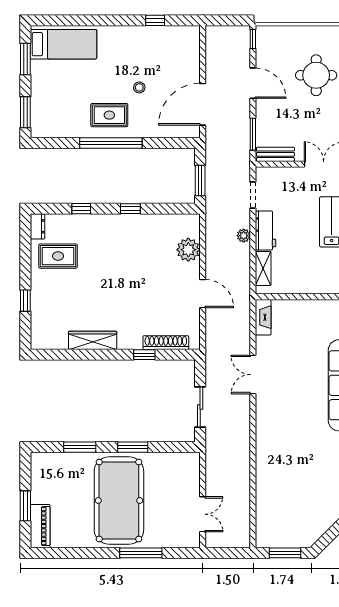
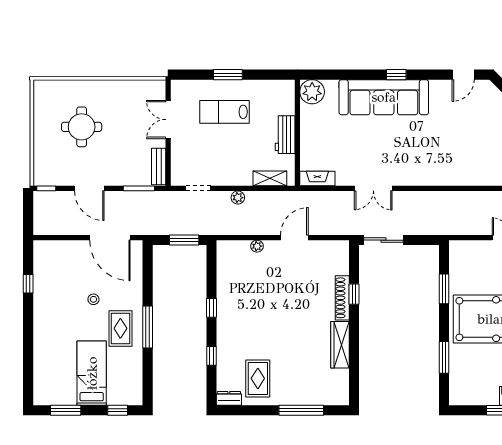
bed: (63, 44) -> (92, 373), moved
door: (253, 83) -> (89, 188), swing flipped
window: (25, 112) -> (118, 410), width x0.67
window: (111, 143) -> (148, 327), width x0.68
workbench: (266, 230) -> (285, 135), moved, turned -90
plant: (188, 250) -> (257, 246), width x0.53, depth x0.53
window: (25, 301) -> (301, 410), width x2.17
shoe rack: (166, 343) -> (342, 298), moved
sliding door: (200, 407) -> (384, 240), moved
window: (133, 447) -> (444, 289), moved

